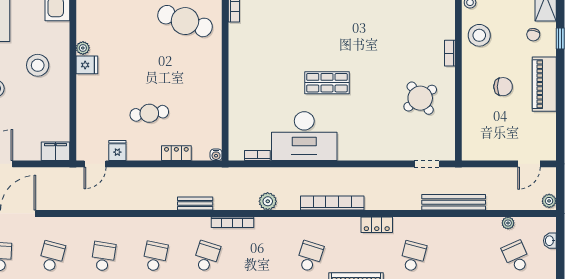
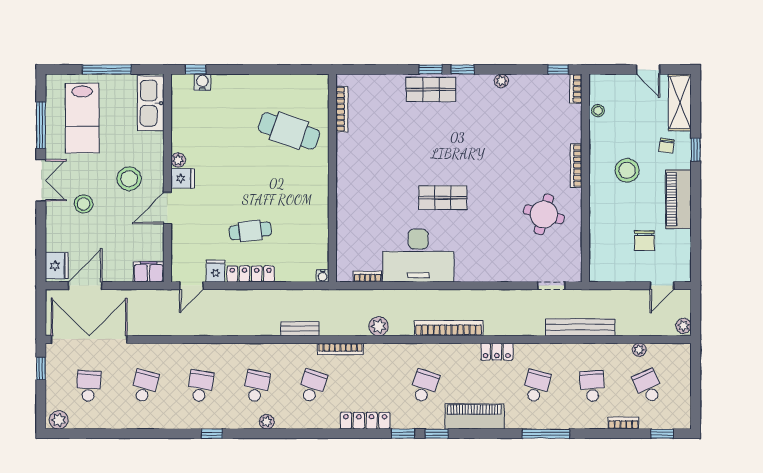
stool: (479, 35) -> (627, 170), moved
bookcase: (450, 53) -> (576, 166), width x1.56
chair: (503, 87) -> (644, 241), moved, turned 90
door: (73, 92) -> (167, 208), added
round table: (420, 98) -> (544, 214), turned -38
locker: (176, 153) -> (251, 274), moved, width x1.53
washbasin: (550, 241) -> (684, 369), removed
school desk: (465, 257) -> (592, 386), added

